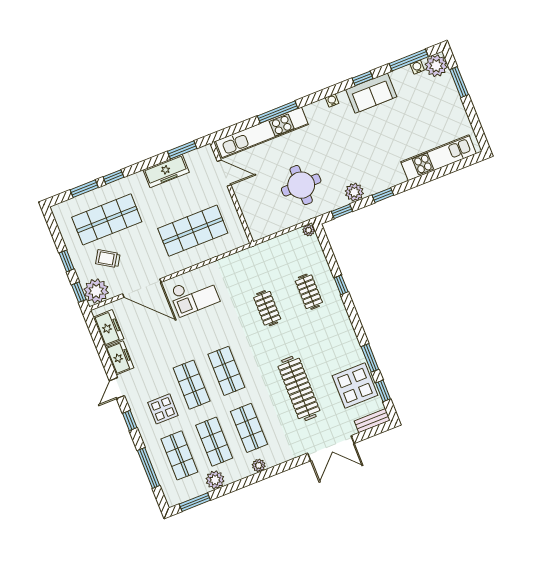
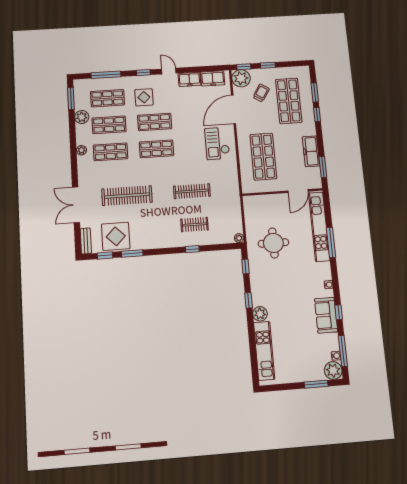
plant: (354, 192) -> (260, 314), moved
clothes rail: (267, 308) -> (192, 191), width x1.36

